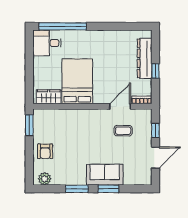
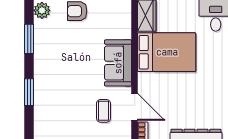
sofa: (105, 175) -> (118, 63), moved, turned 180
window: (77, 189) -> (29, 39), moved

